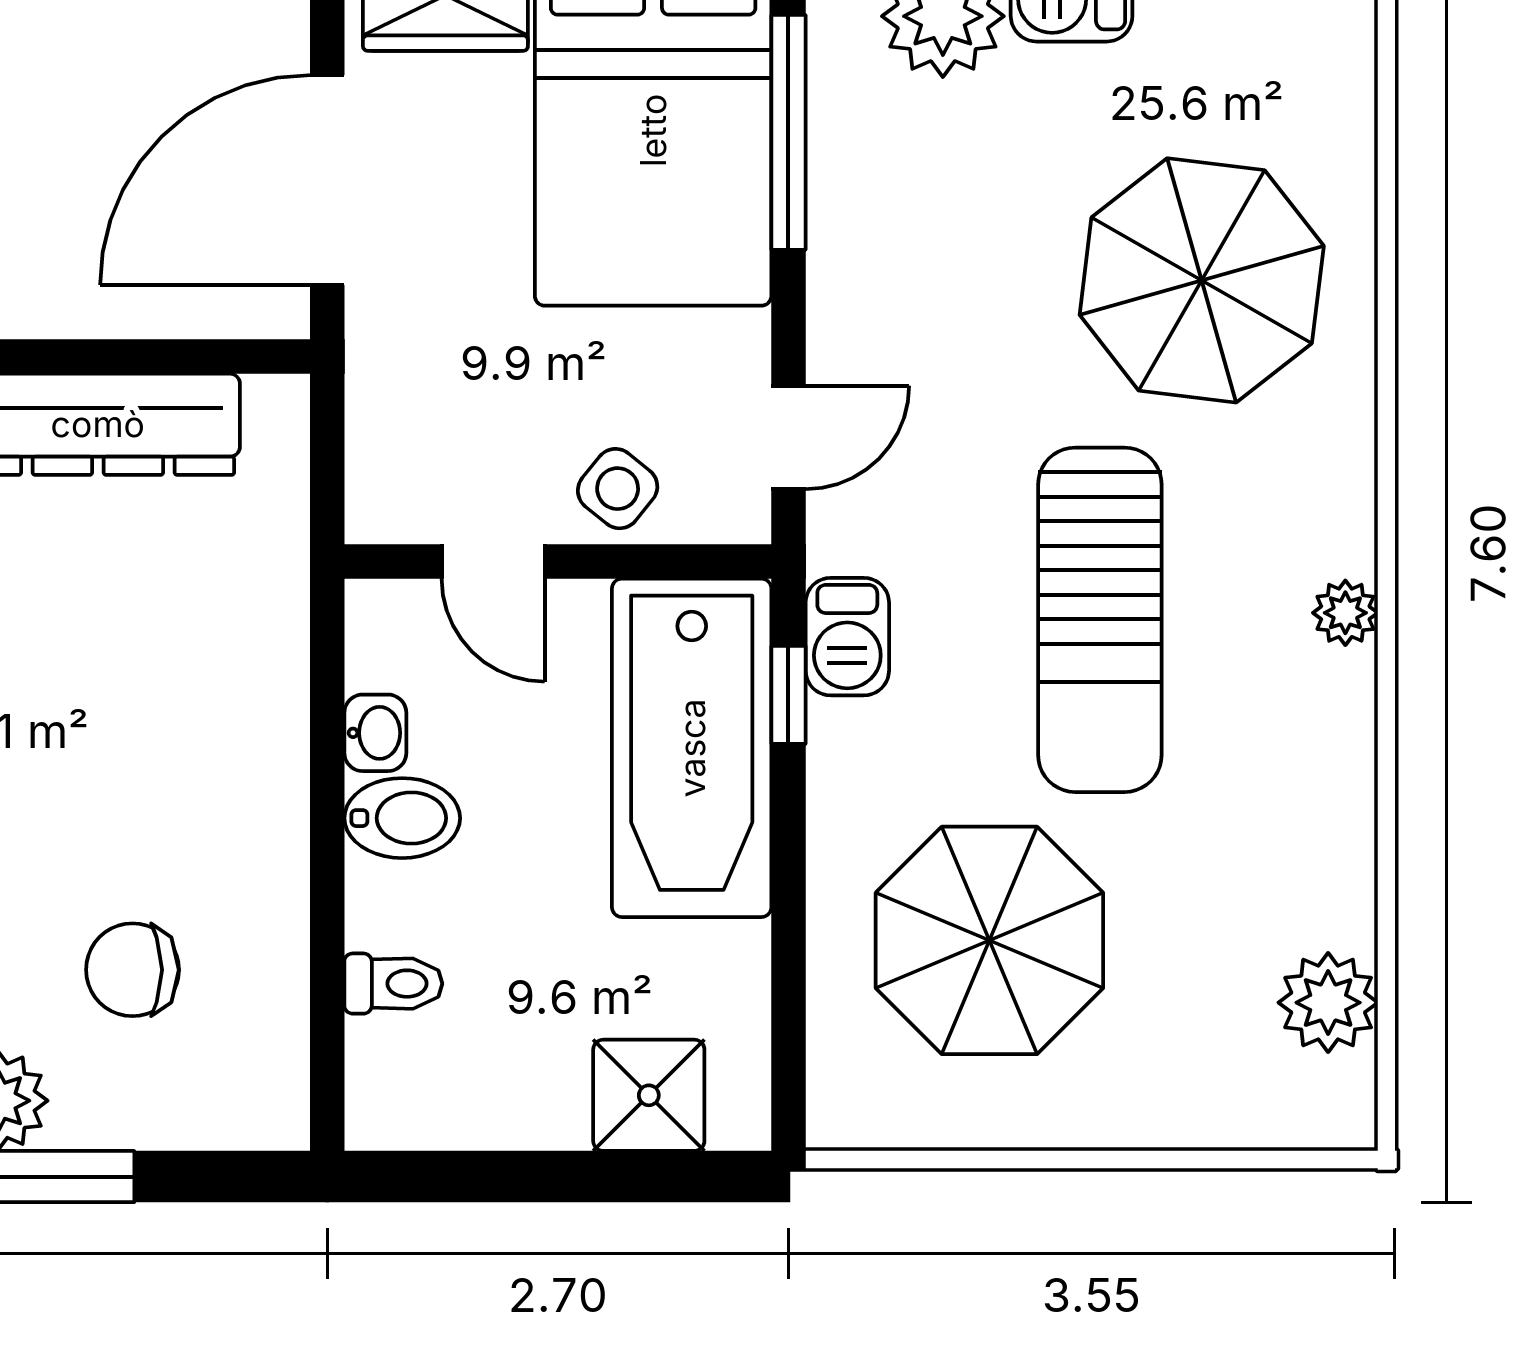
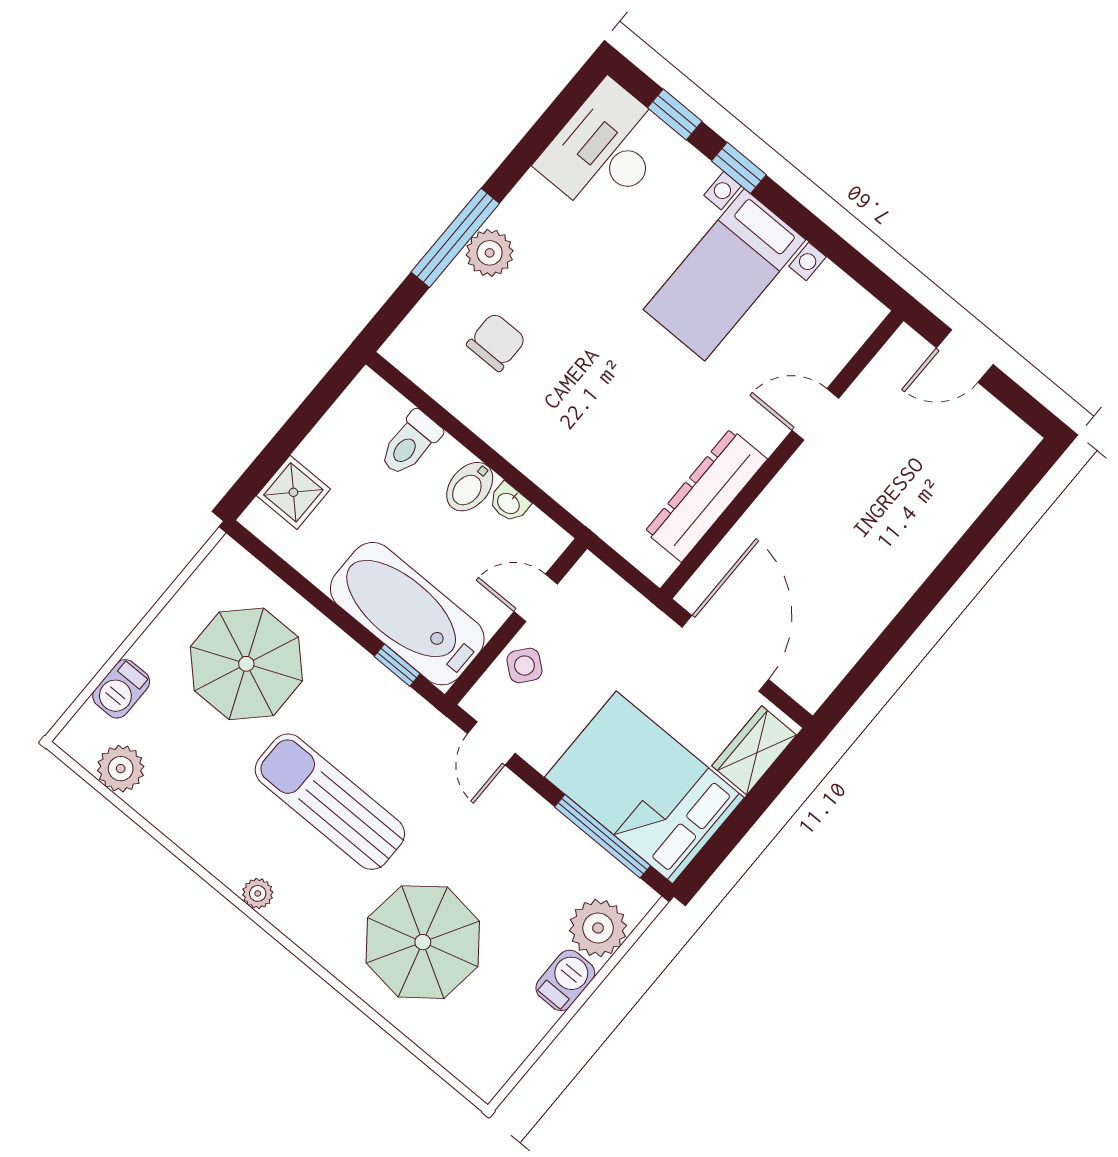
barbecue: (847, 637) -> (121, 689), moved, turned -90
toilet: (393, 984) -> (410, 443), width x1.37, depth x1.39

